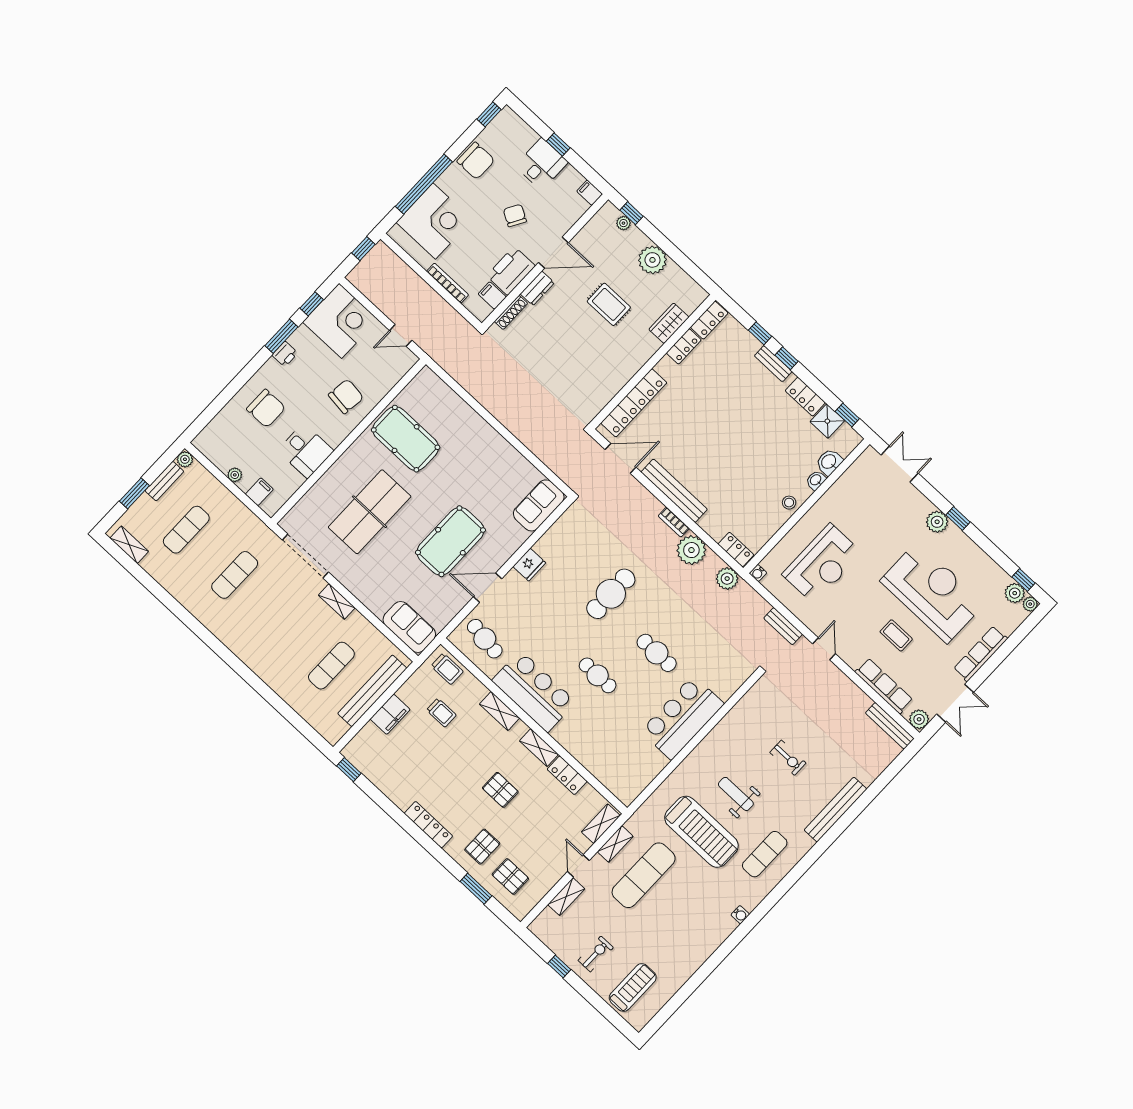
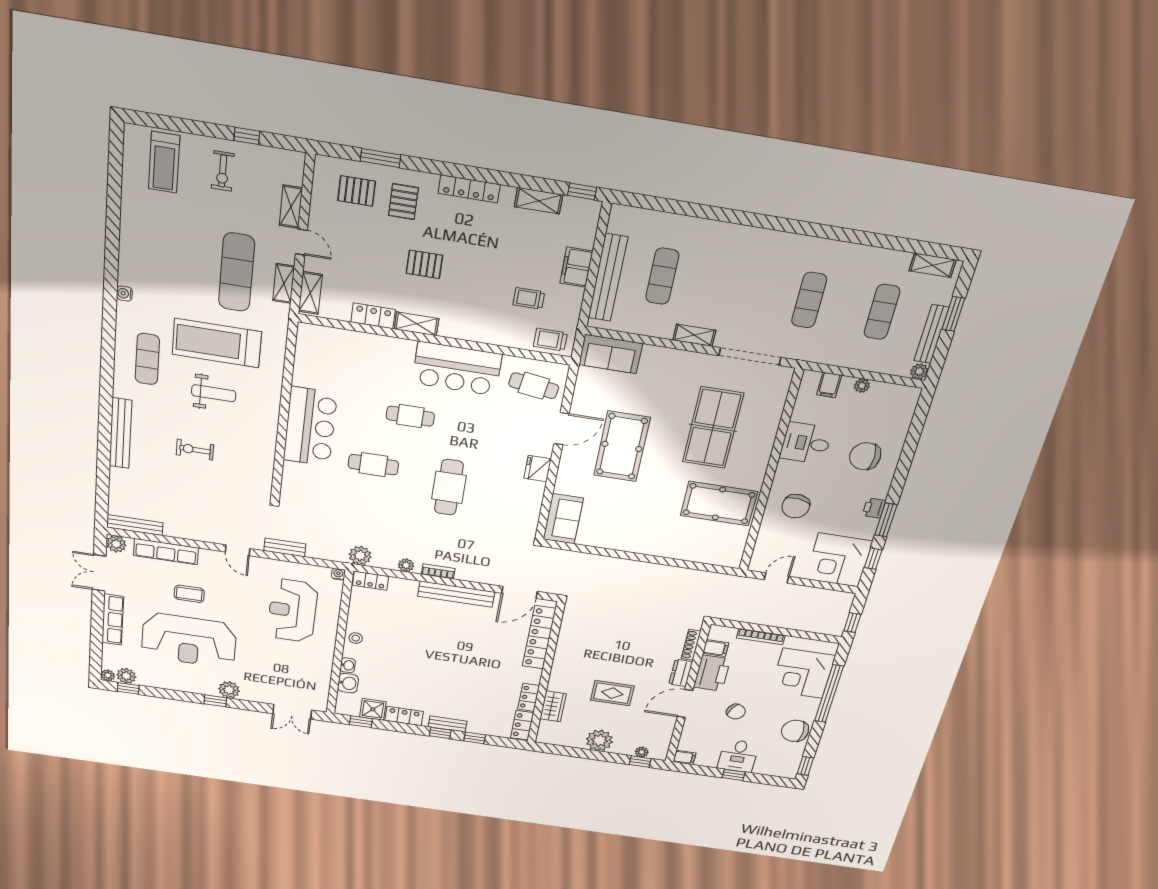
bench: (164, 481) -> (931, 334), width x1.36
plant: (691, 550) -> (406, 565), width x0.53, depth x0.53
shelving: (500, 711) -> (539, 201), moved

